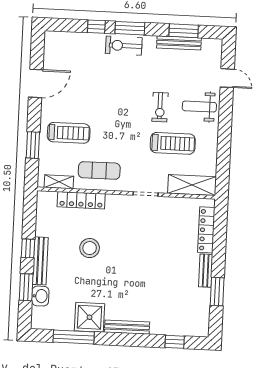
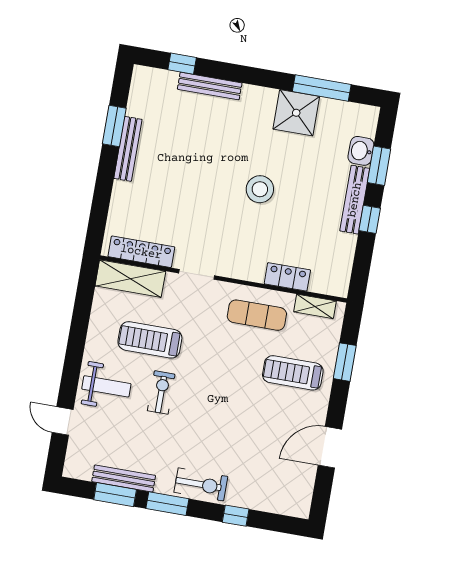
window: (130, 28) -> (167, 504), moved
locker: (81, 200) -> (287, 277), width x0.66
locker: (206, 230) -> (141, 252), moved, turned -90
stool: (90, 248) -> (260, 189), moved
bench: (206, 271) -> (128, 149), width x1.36
bench: (127, 327) -> (210, 86), moved

